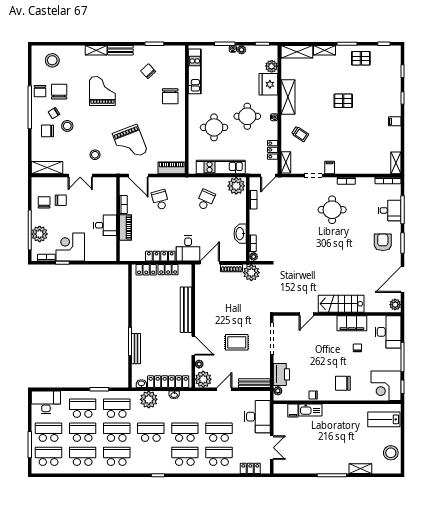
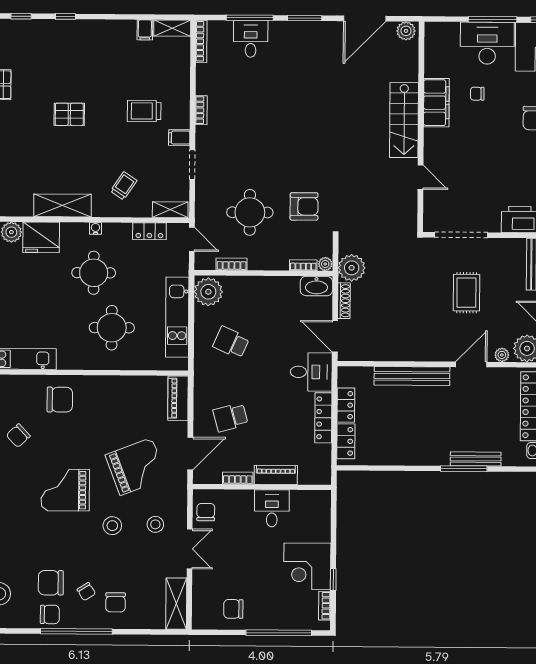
grand piano: (102, 91) -> (65, 490), moved
pallet: (343, 101) -> (69, 114), turned 90
filing cabinet: (395, 121) -> (145, 30), moved
stool: (67, 126) -> (112, 526), moved
trolley: (346, 146) -> (144, 111), added
chair: (61, 200) -> (206, 512), moved
round table: (332, 210) -> (250, 212), moved
plant: (40, 234) -> (285, 617), removed
washbasin: (240, 234) -> (316, 286), moved
armchair: (383, 242) -> (304, 206), moved, turned 180
door: (403, 279) -> (365, 19), hinge flipped
desk: (388, 332) -> (487, 43), moved

